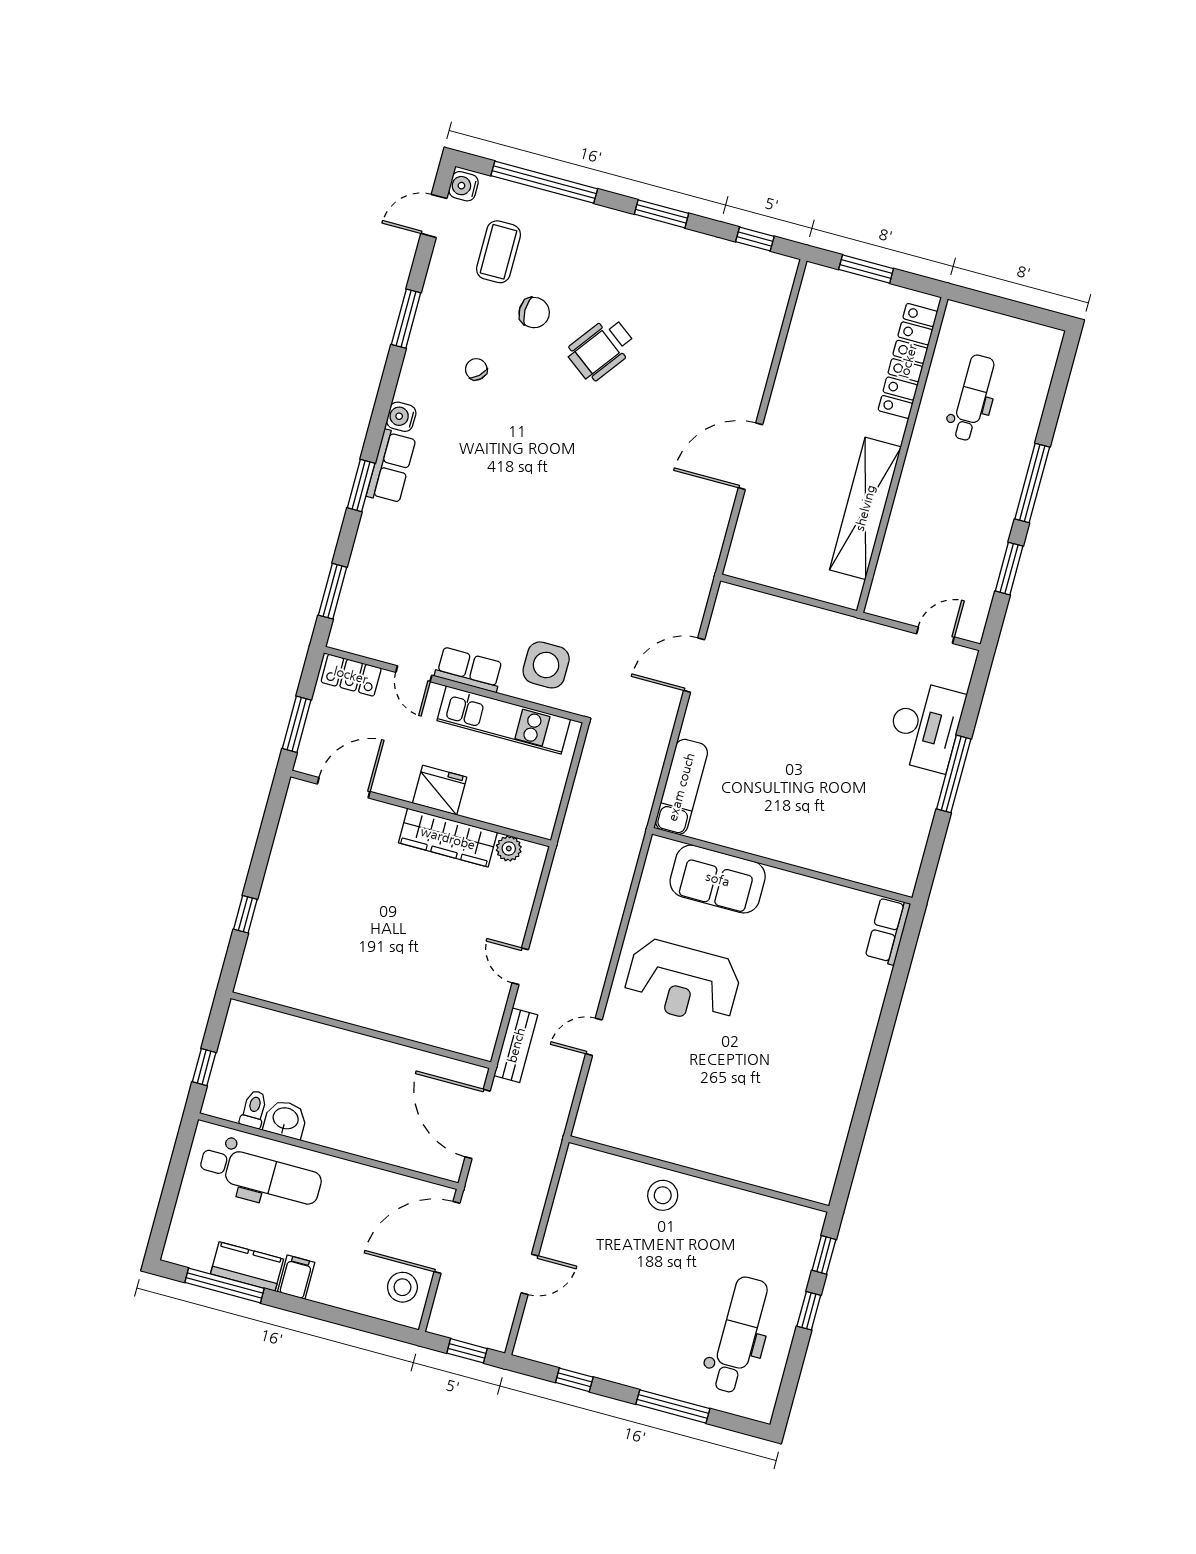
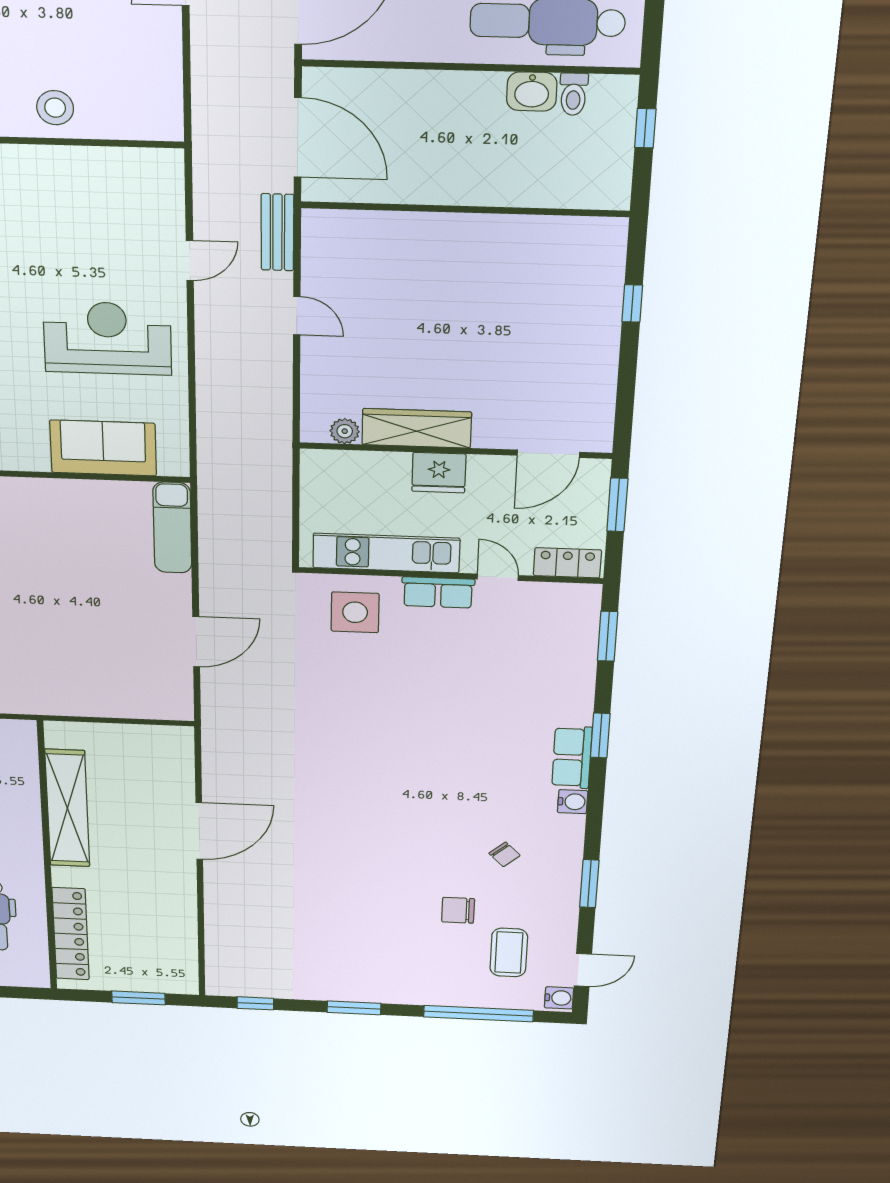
wheelchair: (601, 349) -> (381, 892), removed

